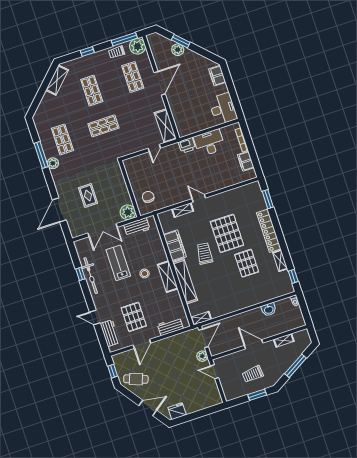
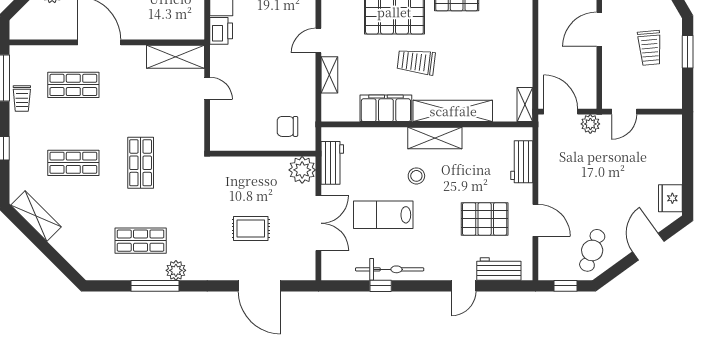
plant: (138, 46) -> (24, 59), removed

